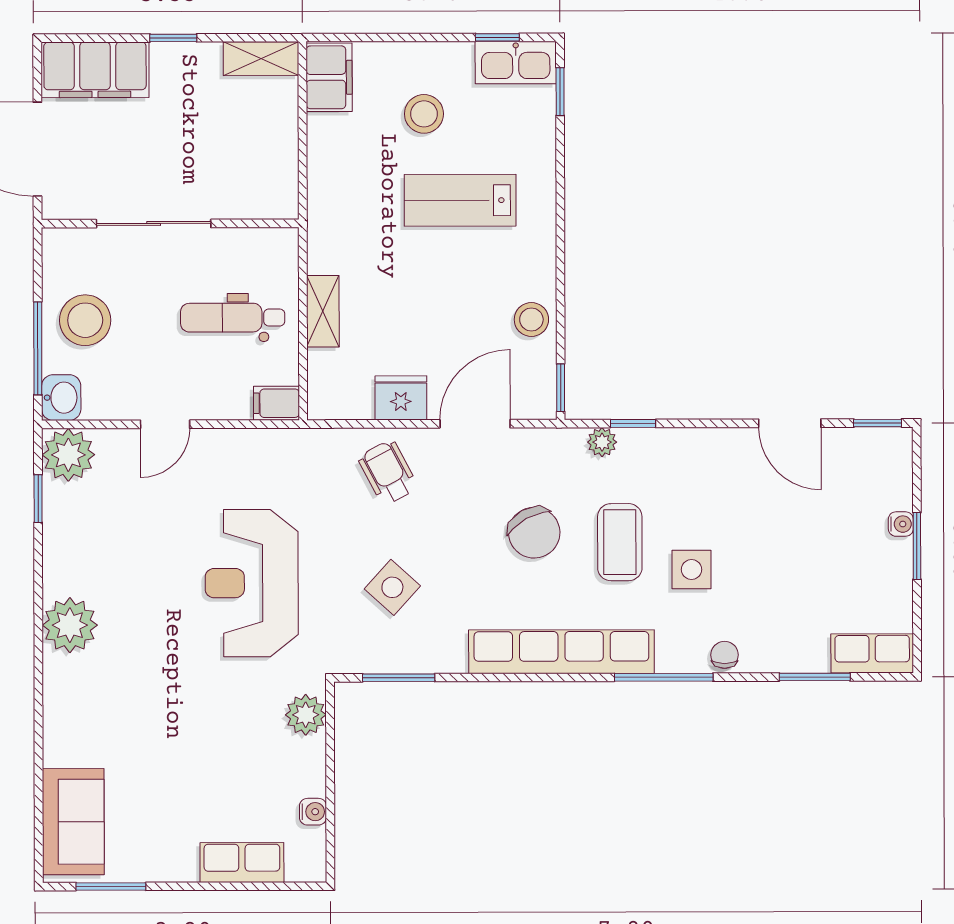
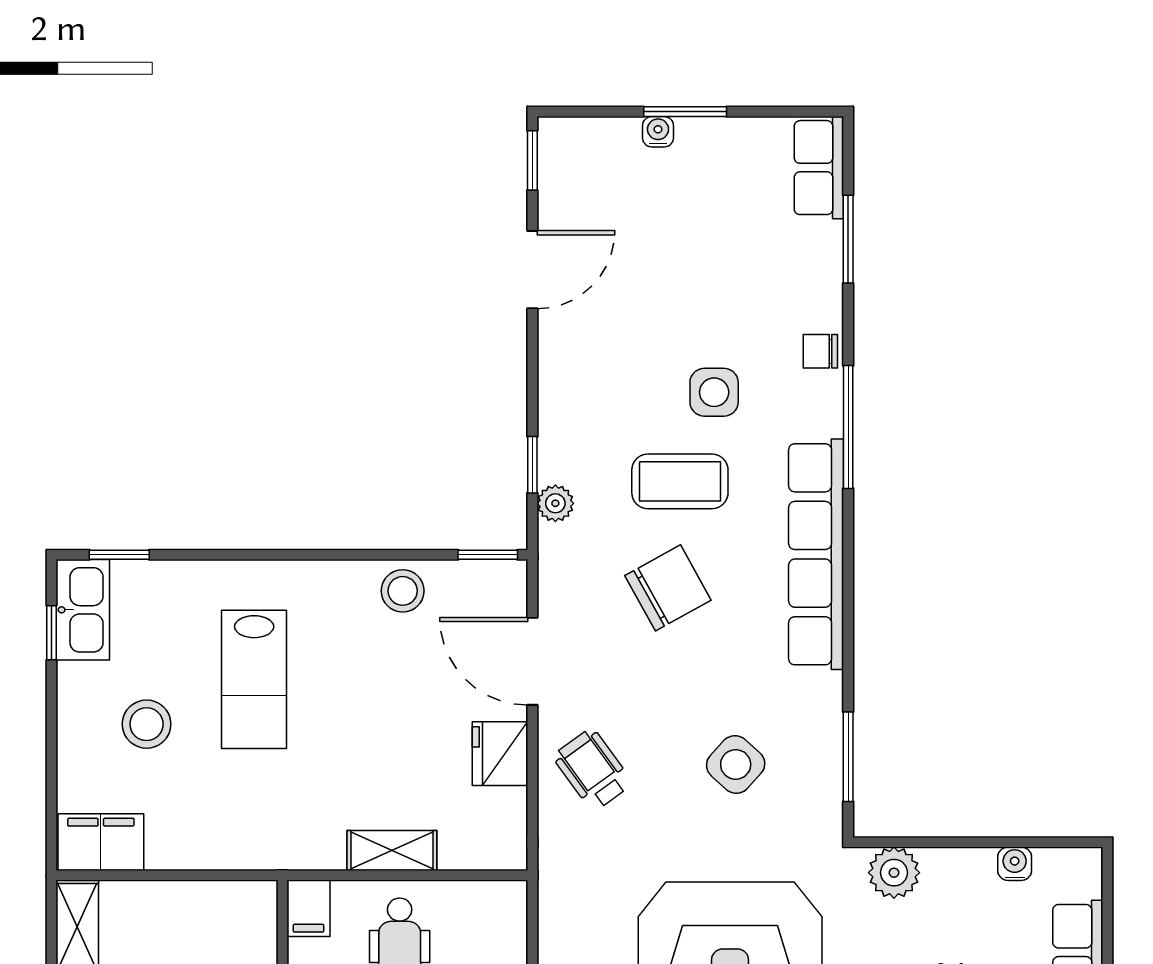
filing cabinet: (276, 403) -> (308, 908), moved
wheelchair: (388, 472) -> (593, 770), turned 82

